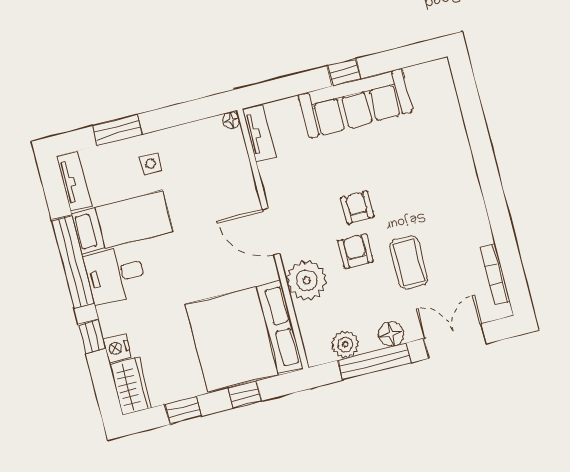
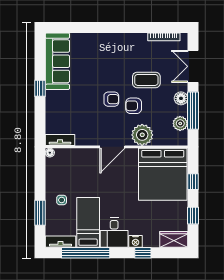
sofa: (355, 103) -> (57, 61), moved
armchair: (357, 207) -> (111, 99), turned 180
window: (73, 262) -> (86, 253), moved
nightstand: (117, 348) -> (136, 241), moved

